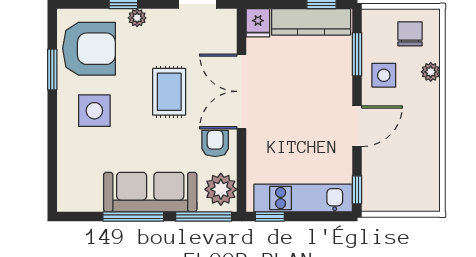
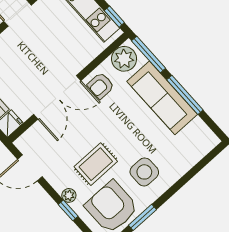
rug: (169, 92) -> (96, 164), moved

